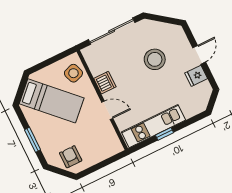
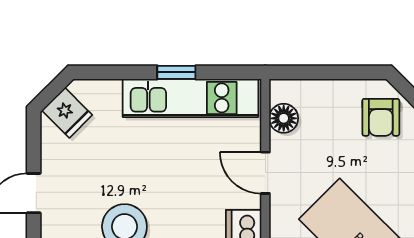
fridge: (196, 76) -> (67, 113), moved, turned 45
floor lamp: (111, 137) -> (284, 118), added

